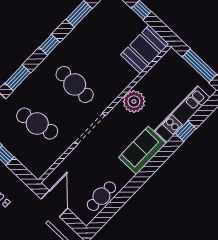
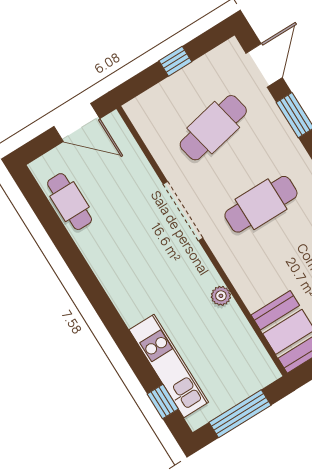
plant: (134, 101) -> (221, 296), width x0.53, depth x0.53
window: (186, 131) -> (163, 401), moved
sofa: (142, 150) -> (127, 286), removed

